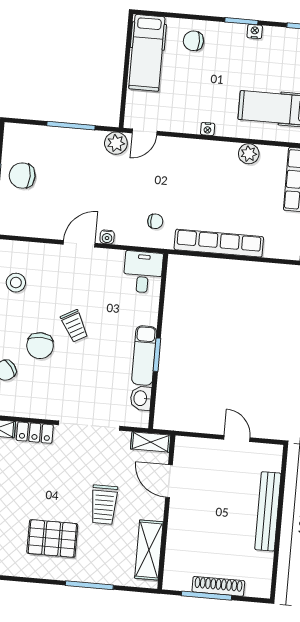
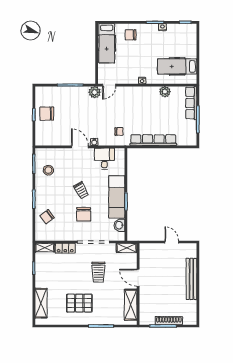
door: (79, 244) -> (80, 147), hinge flipped
desk: (143, 272) -> (104, 159), moved
chair: (40, 346) -> (84, 214), moved
exam couch: (144, 355) -> (117, 197), width x1.36, depth x1.45
door: (169, 481) -> (138, 278), moved
trolley: (104, 505) -> (98, 272), moved

